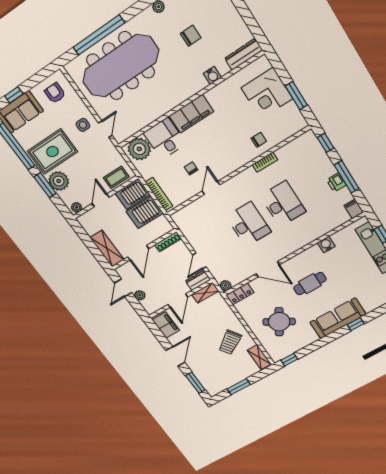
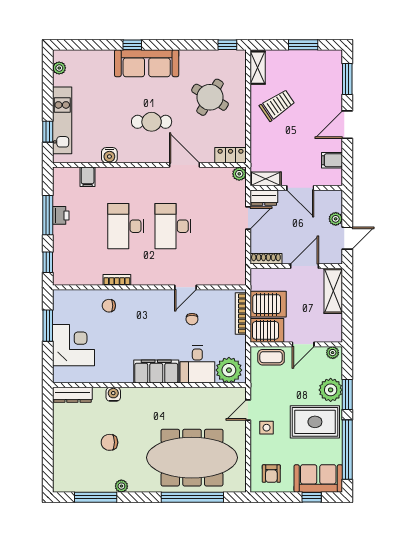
filing cabinet: (354, 209) -> (88, 177), moved
door: (178, 301) -> (300, 188), swing flipped
filing cabinet: (166, 325) -> (332, 160), width x0.50

